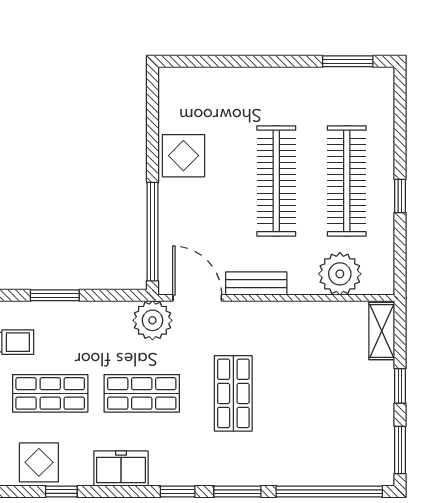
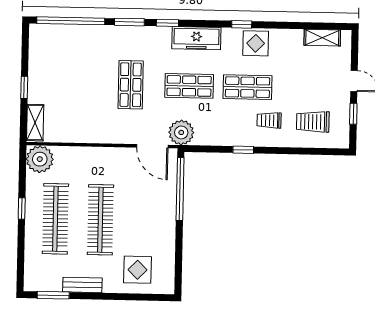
display table: (183, 156) -> (138, 270), moved
plant: (340, 274) -> (40, 159), moved
bench: (256, 284) -> (82, 285), moved
window: (55, 295) -> (243, 150), width x0.67
window: (400, 450) -> (25, 46), removed
freezer: (121, 469) -> (196, 38), width x1.40

